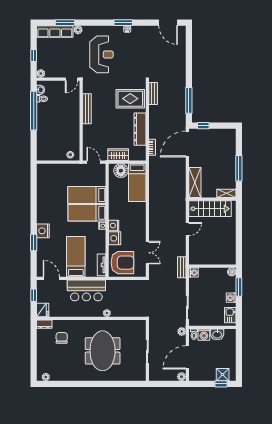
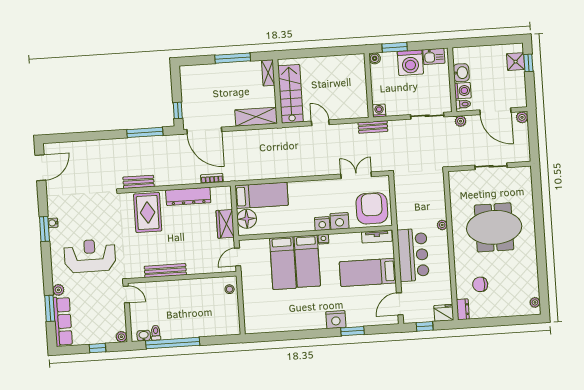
washing machine: (231, 298) -> (410, 63), width x1.89, depth x1.89

